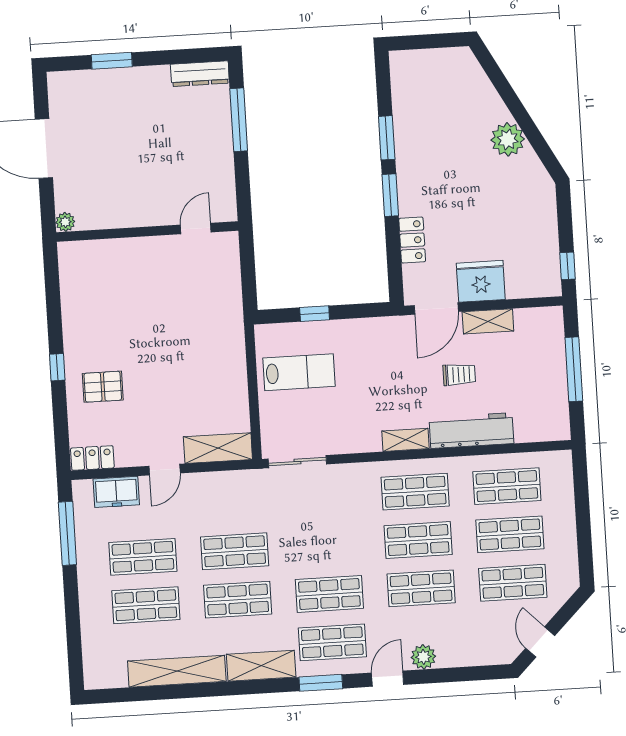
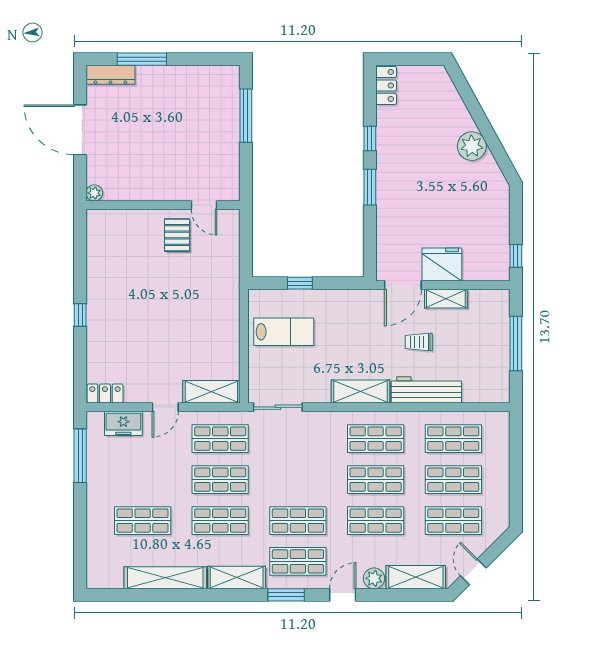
window: (112, 61) -> (142, 59), width x1.44
dresser: (200, 74) -> (110, 75), moved
window: (387, 138) -> (370, 139), width x0.67
door: (196, 228) -> (204, 205), swing flipped
locker: (412, 240) -> (386, 85), moved
trolley: (459, 375) -> (419, 342), turned 180
pallet: (103, 387) -> (177, 235), moved, turned 90
shelving: (406, 440) -> (360, 391), width x1.50, depth x1.33
shop shelf: (143, 557) -> (220, 439), moved
shelving: (473, 652) -> (416, 577), added

